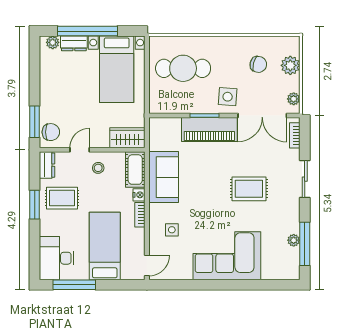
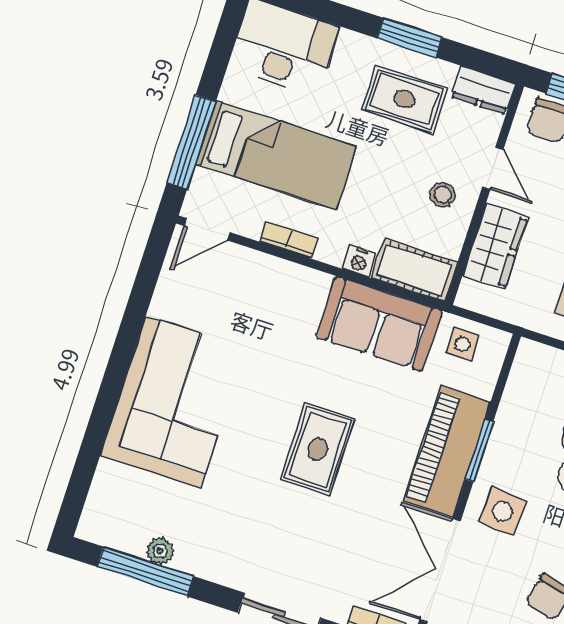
wardrobe: (127, 138) -> (495, 246), moved
rug: (249, 189) -> (318, 449), moved
rug: (62, 198) -> (405, 99), turned 90
bookcase: (140, 215) -> (289, 240), moved
side table: (172, 230) -> (463, 344), moved
door: (147, 266) -> (207, 229), hinge flipped
window: (74, 285) -> (191, 142), moved

